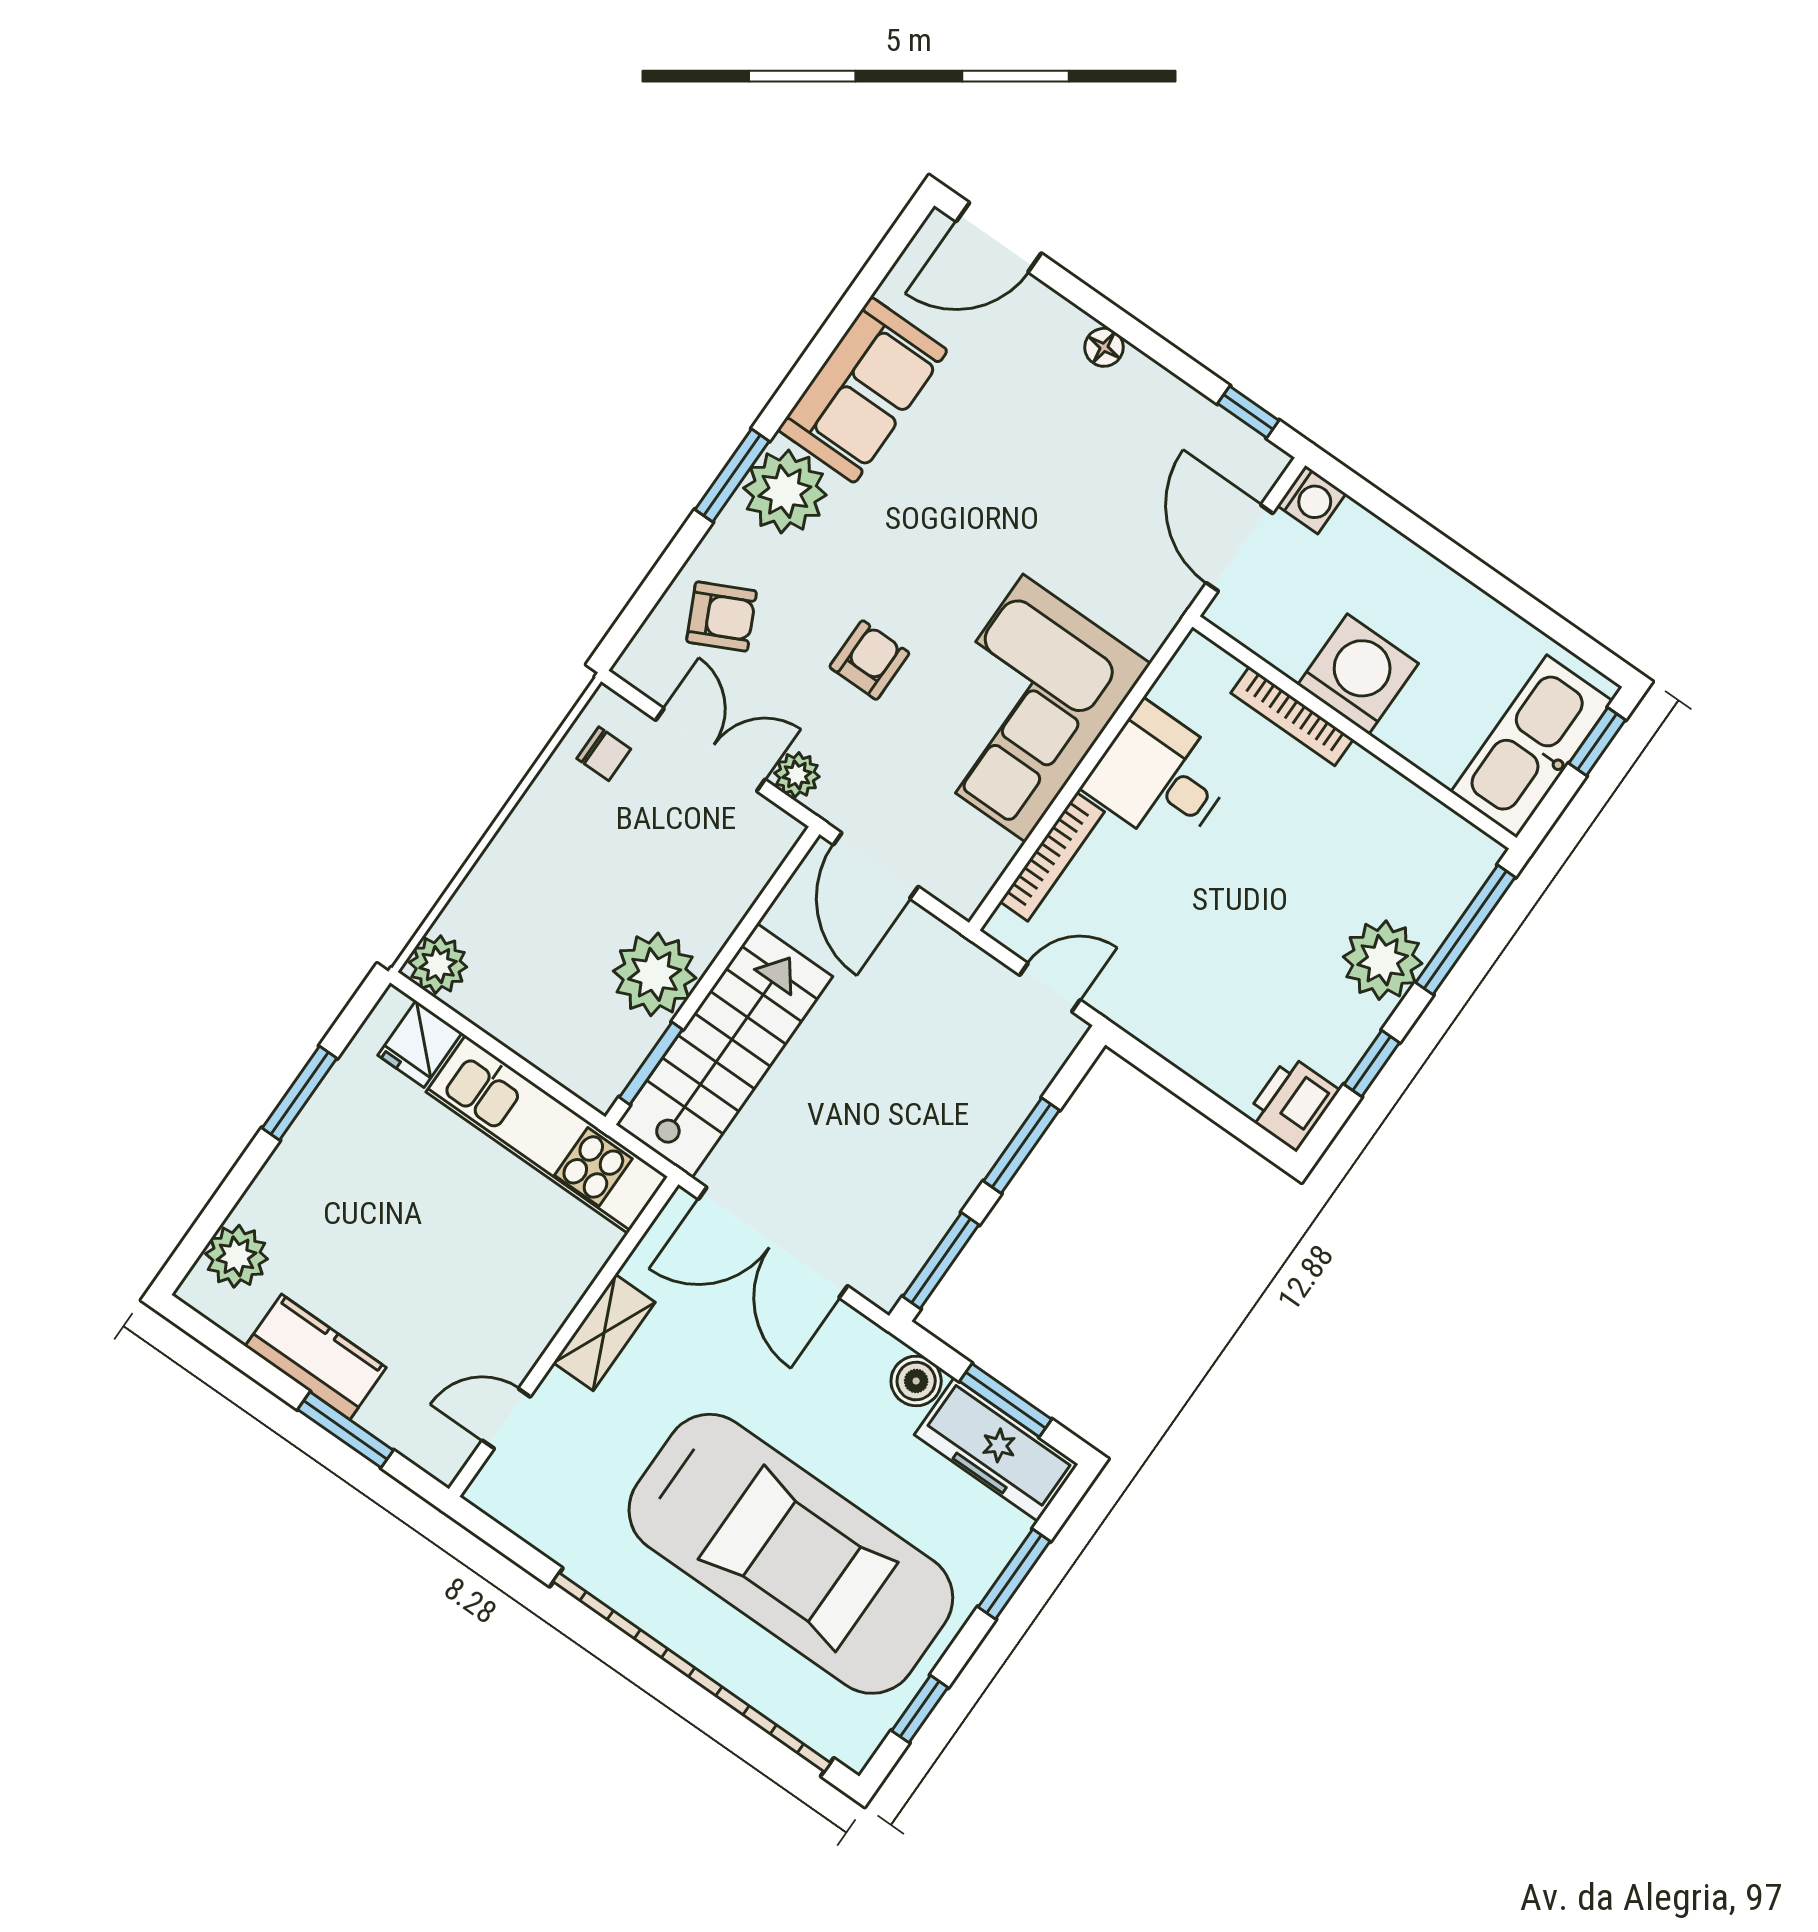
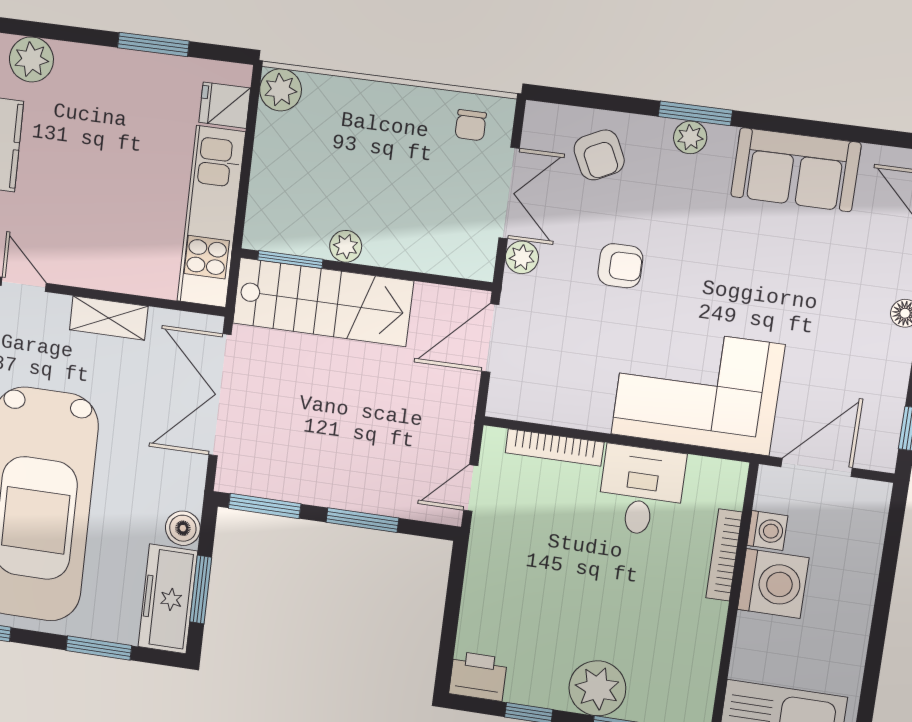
plant: (785, 491) -> (690, 137), width x0.53, depth x0.53
washing machine: (1311, 500) -> (767, 531), moved, turned -90
corner sofa: (1024, 708) -> (698, 389), moved
plant: (655, 974) -> (346, 246), width x0.53, depth x0.53
door: (1050, 987) -> (471, 488), swing flipped

